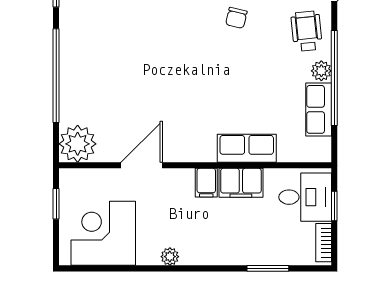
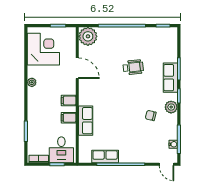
wheelchair: (307, 31) -> (133, 67), moved
plant: (321, 71) -> (124, 158), removed
filing cabinet: (241, 183) -> (69, 118), width x0.50

